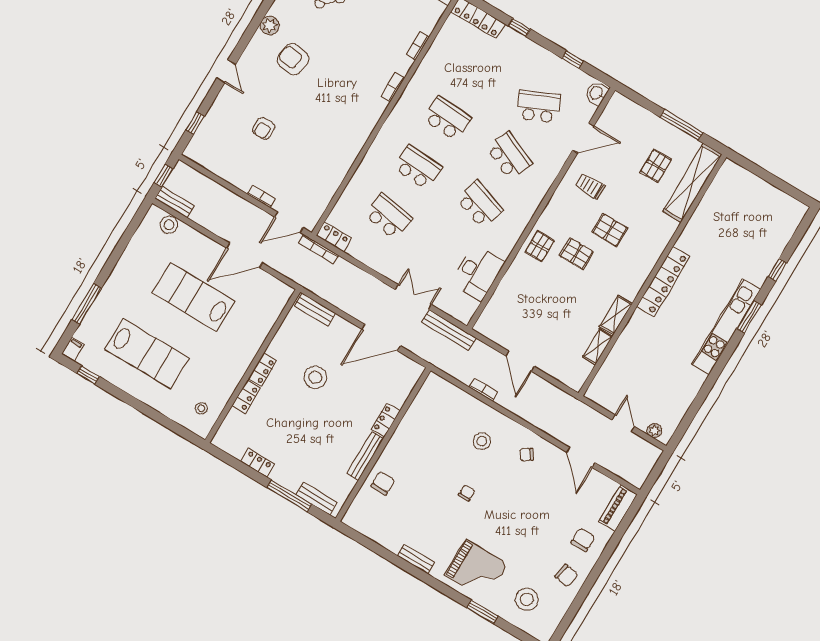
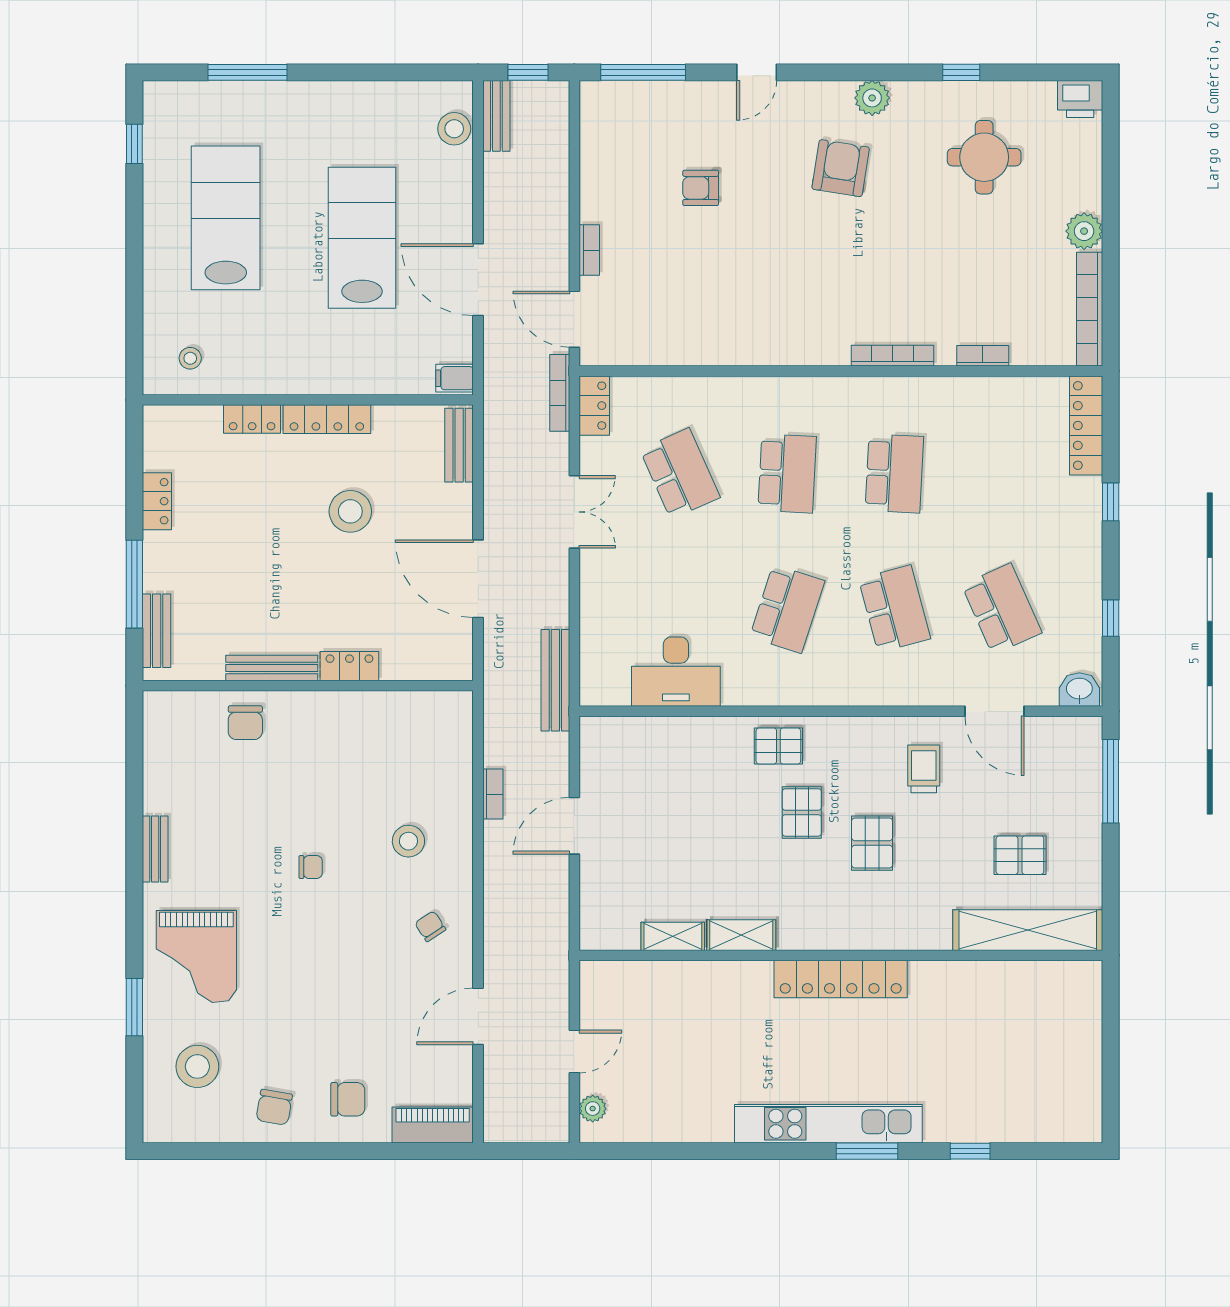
bookcase: (393, 87) -> (892, 356), width x1.56
window: (195, 123) -> (643, 72), width x2.17
window: (682, 125) -> (1111, 781), moved
school desk: (509, 156) -> (894, 609), turned -39
school desk: (388, 216) -> (680, 473), turned -33
double door: (413, 297) -> (574, 512), moved
filing cabinet: (73, 349) -> (455, 378), moved, turned 180
lab bench: (147, 354) -> (226, 218), turned 180
locker: (263, 370) -> (327, 419), width x1.53
chair: (383, 483) -> (245, 723), turned 90

